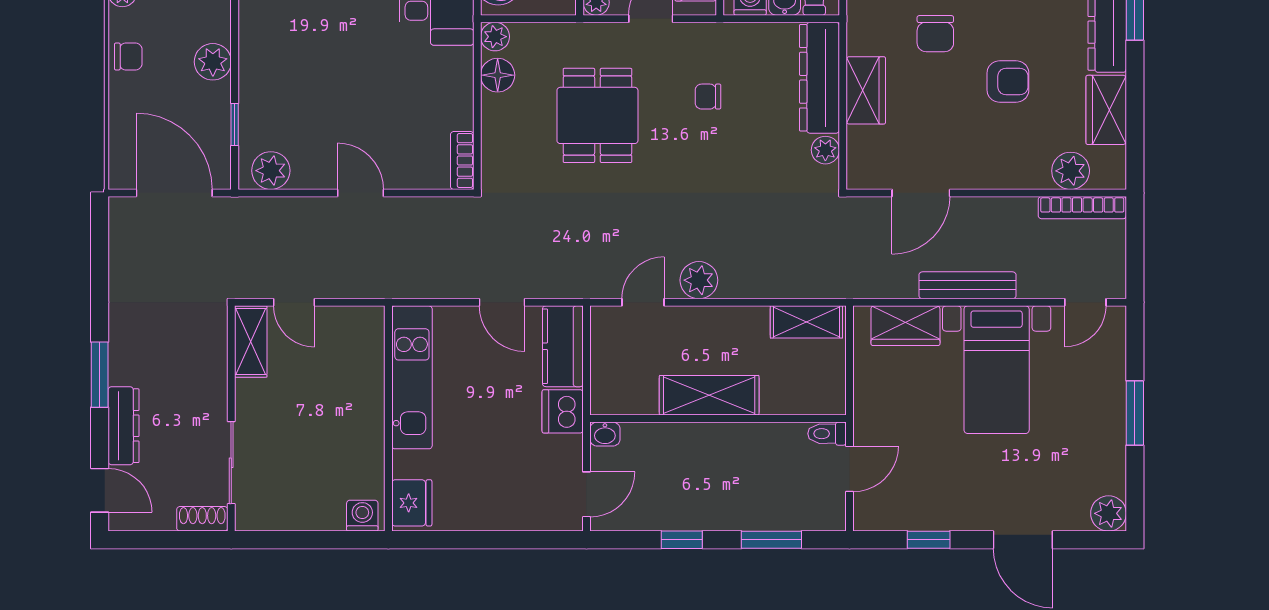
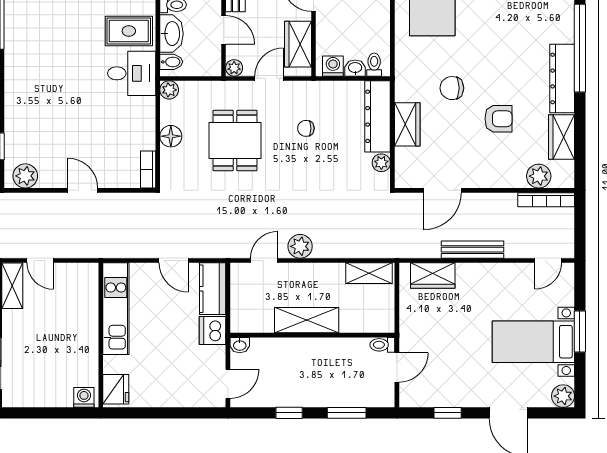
chair: (935, 34) -> (452, 88), turned 90
floor lamp: (498, 75) -> (171, 136), moved
bed with nightstands: (997, 370) -> (533, 342), moved, turned 90

